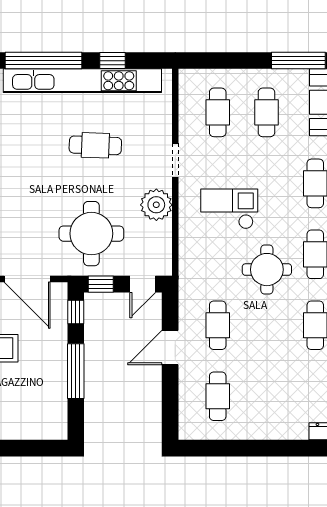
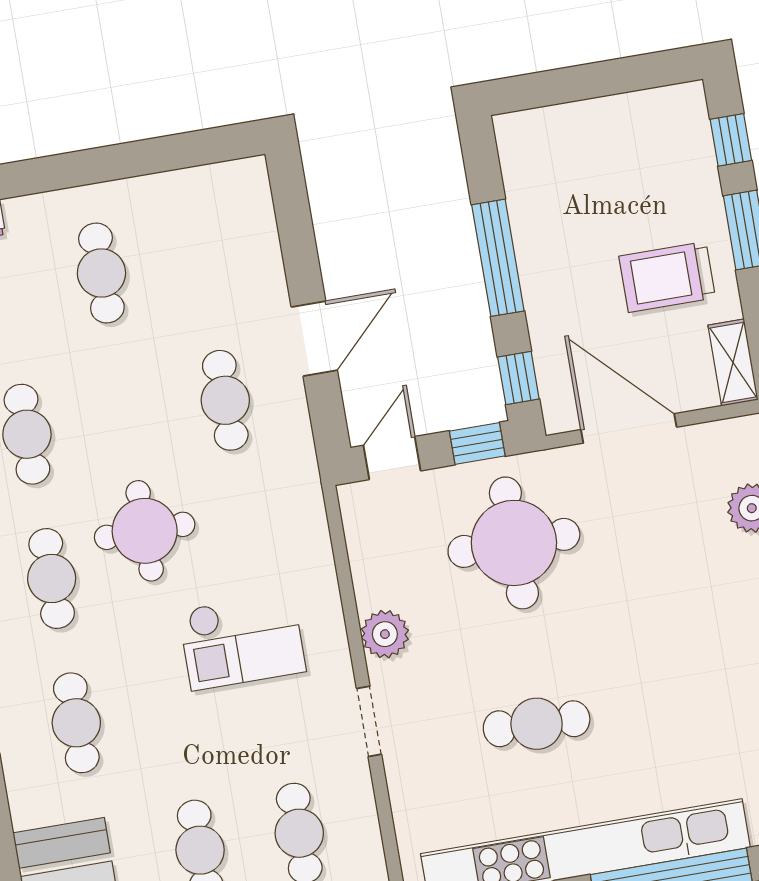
plant: (156, 205) -> (385, 634), width x0.73, depth x0.73
cafe table: (218, 396) -> (101, 273), moved

